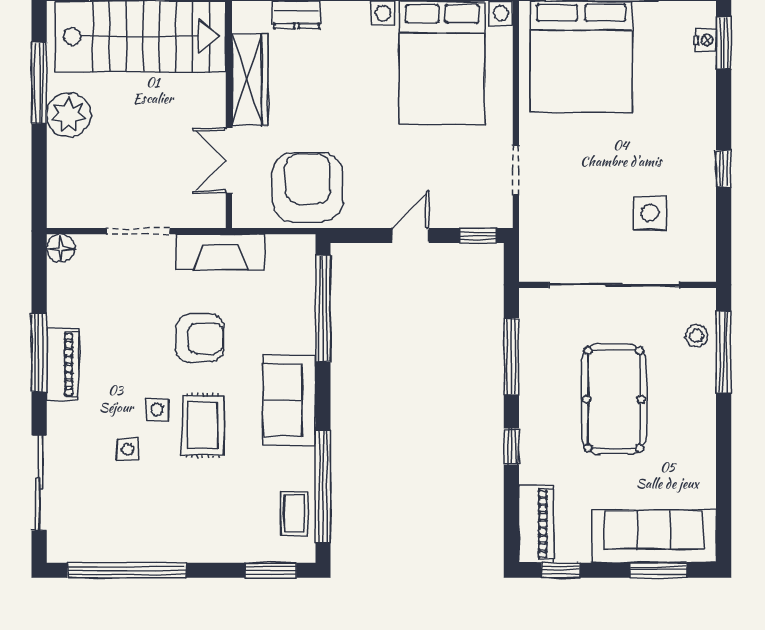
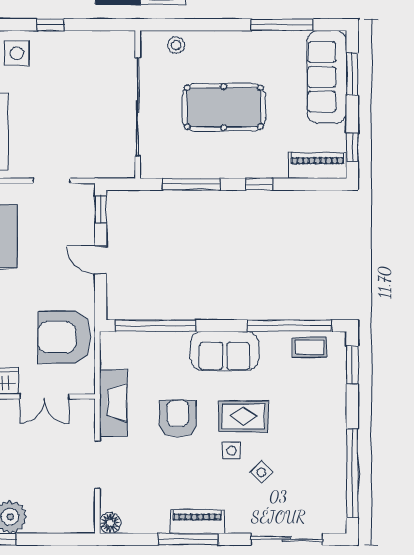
side table: (650, 213) -> (17, 53), moved
window: (724, 352) -> (282, 25), moved
side table: (128, 449) -> (261, 472), turned 45

